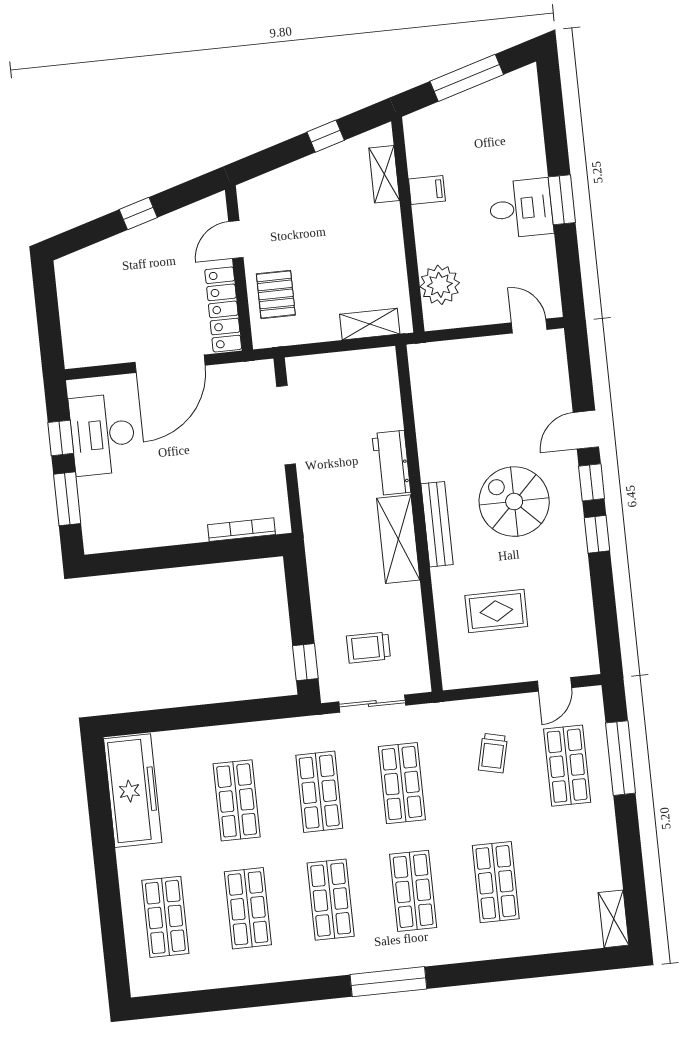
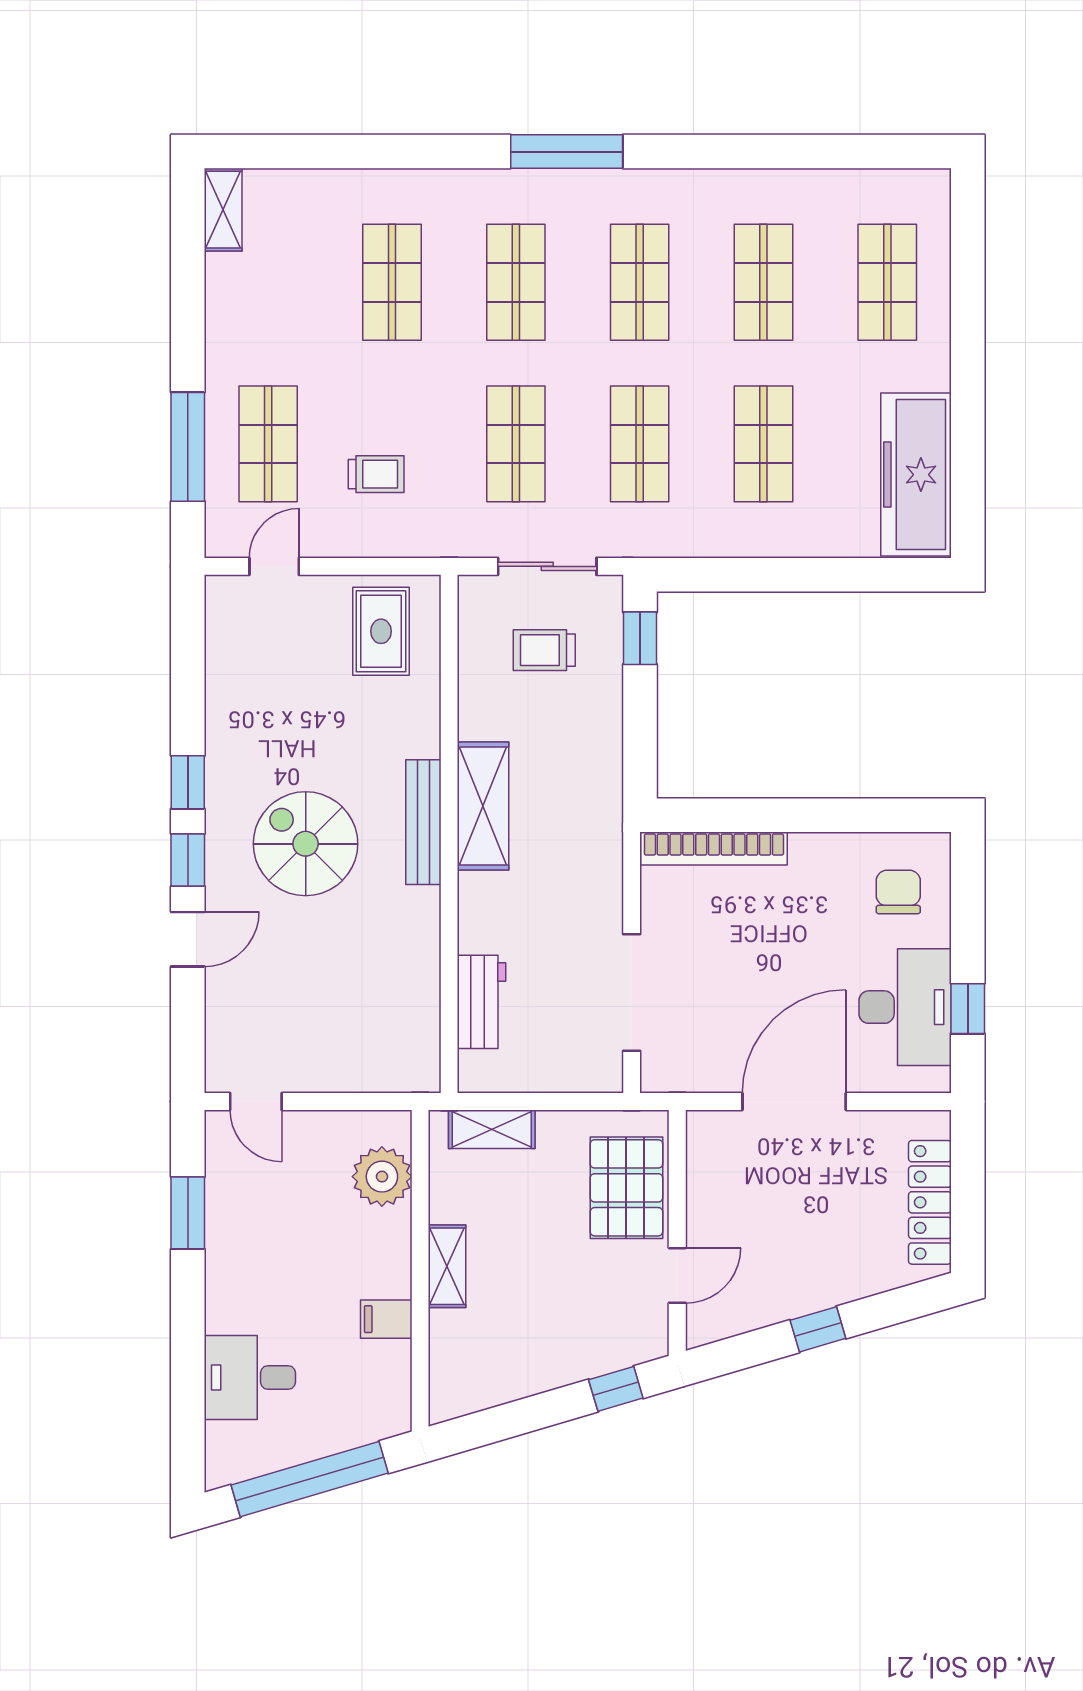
window: (467, 78) -> (310, 1479), width x1.46
window: (326, 136) -> (616, 1389), moved
shelving: (384, 174) -> (447, 1266), moved
window: (562, 200) -> (188, 1213), moved
desk: (521, 208) -> (250, 1377), moved
pallet: (276, 294) -> (626, 1188), width x1.50, depth x1.42
locker: (223, 309) -> (930, 1202), moved, turned 180
workbench: (391, 463) -> (482, 1002), moved
window: (67, 499) -> (968, 917), removed
spiral stairs: (514, 502) -> (306, 844), turned 180
chair: (115, 511) -> (898, 892), added
bookcase: (242, 530) -> (714, 849), width x1.48, depth x1.31
rug: (496, 611) -> (381, 631), moved, turned 90
trolley: (368, 647) -> (544, 650), turned 180
trolley: (493, 753) -> (376, 474), turned 77

